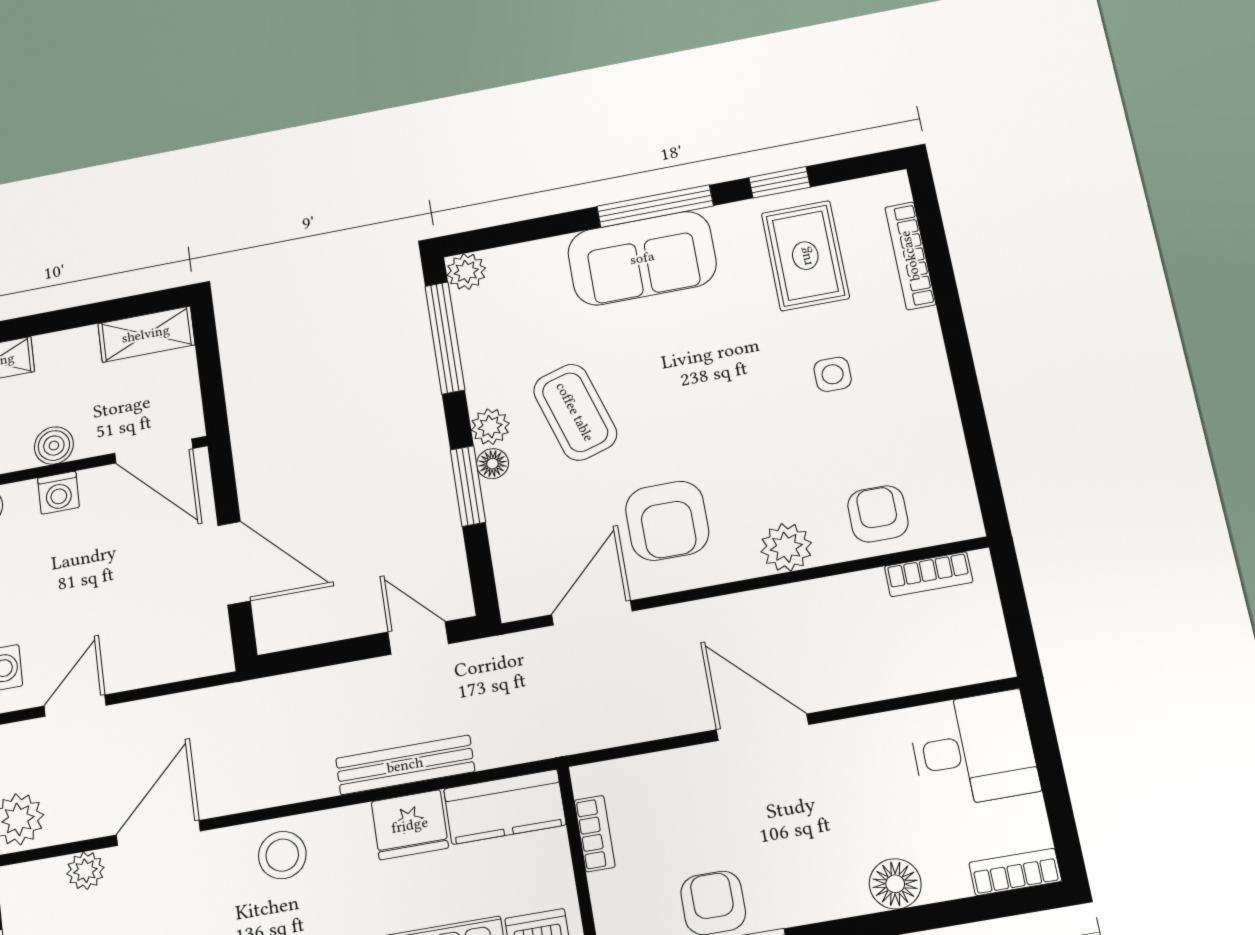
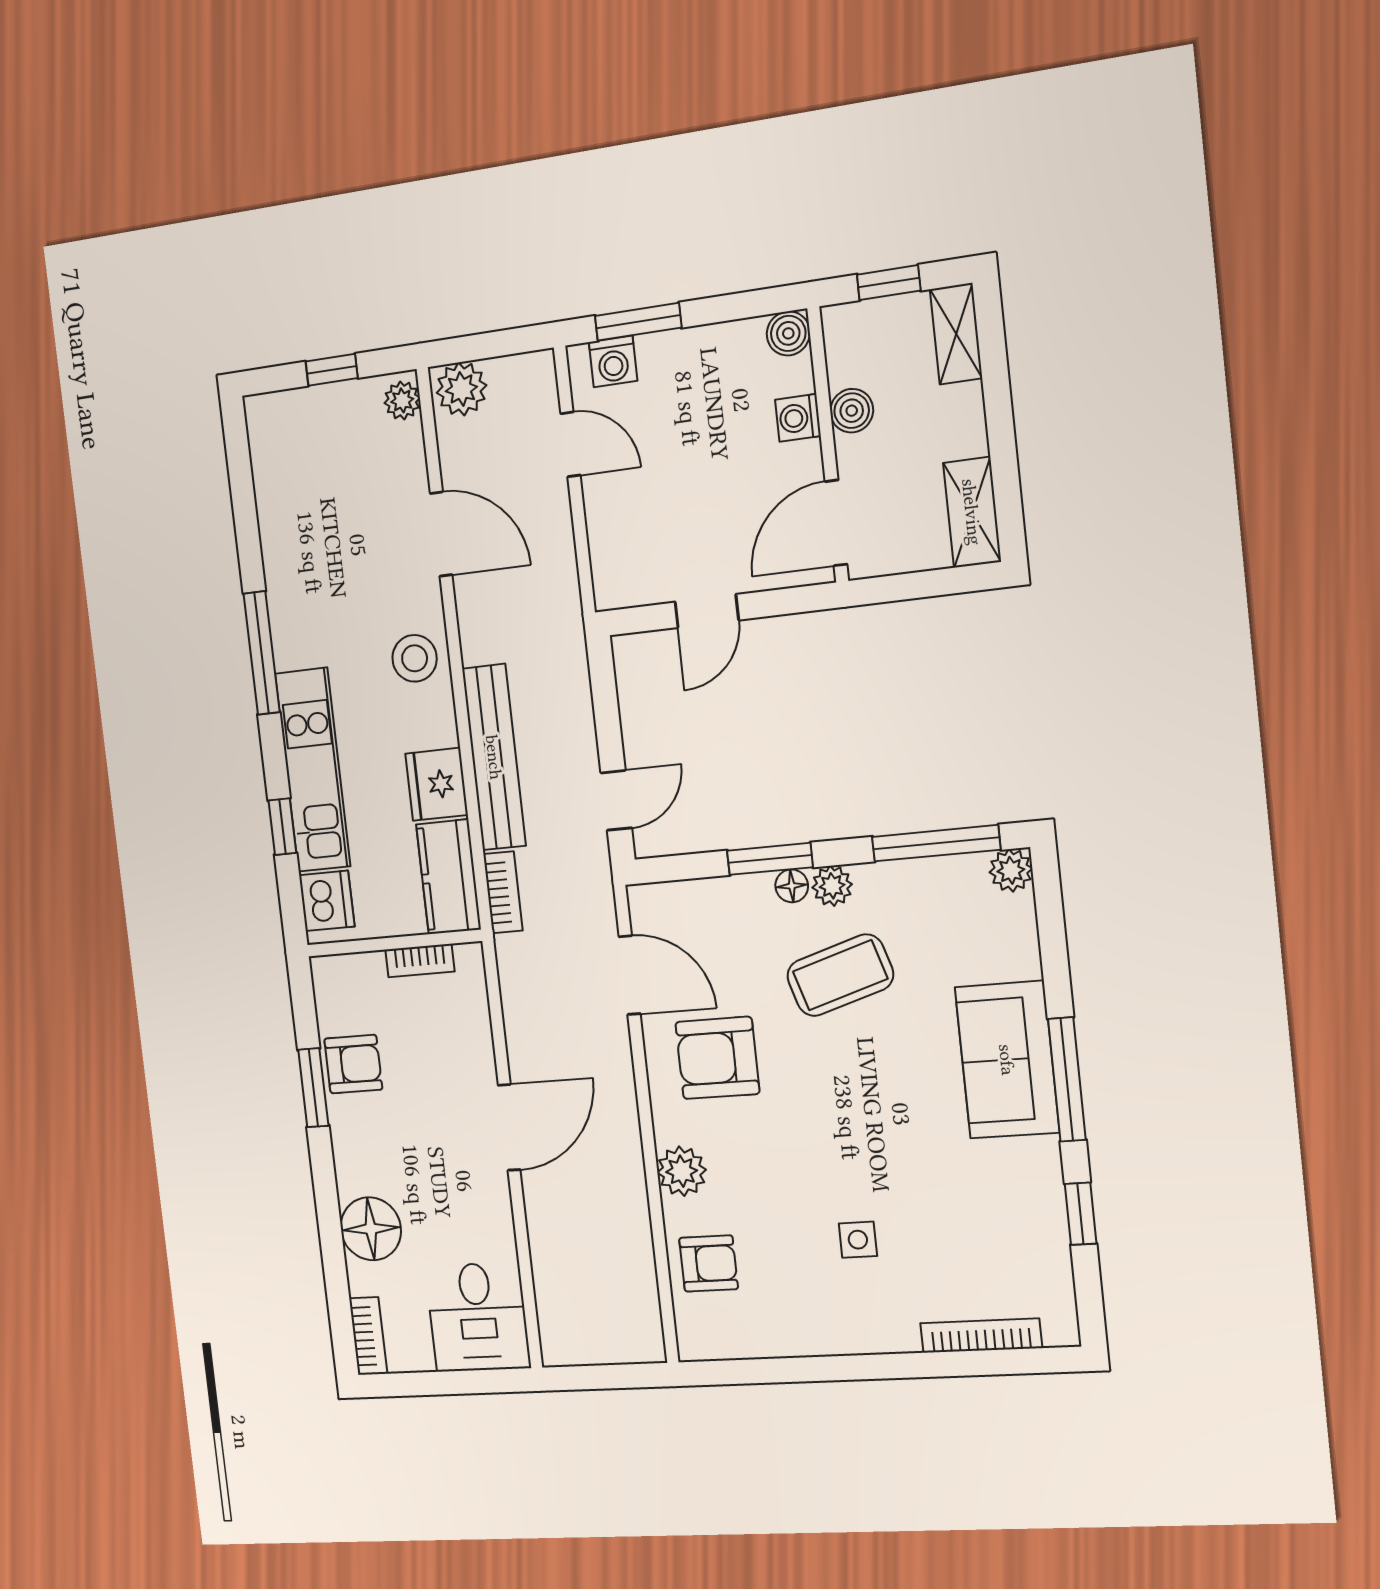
rug: (805, 256) -> (992, 1229), removed
door: (234, 563) -> (707, 611), width x0.73
bookcase: (929, 574) -> (503, 892), moved, turned 180
bench: (405, 765) -> (494, 757), width x1.37, depth x1.21
plant: (85, 871) -> (402, 400), moved
floor lamp: (895, 884) -> (371, 1229), width x1.38, depth x1.38

